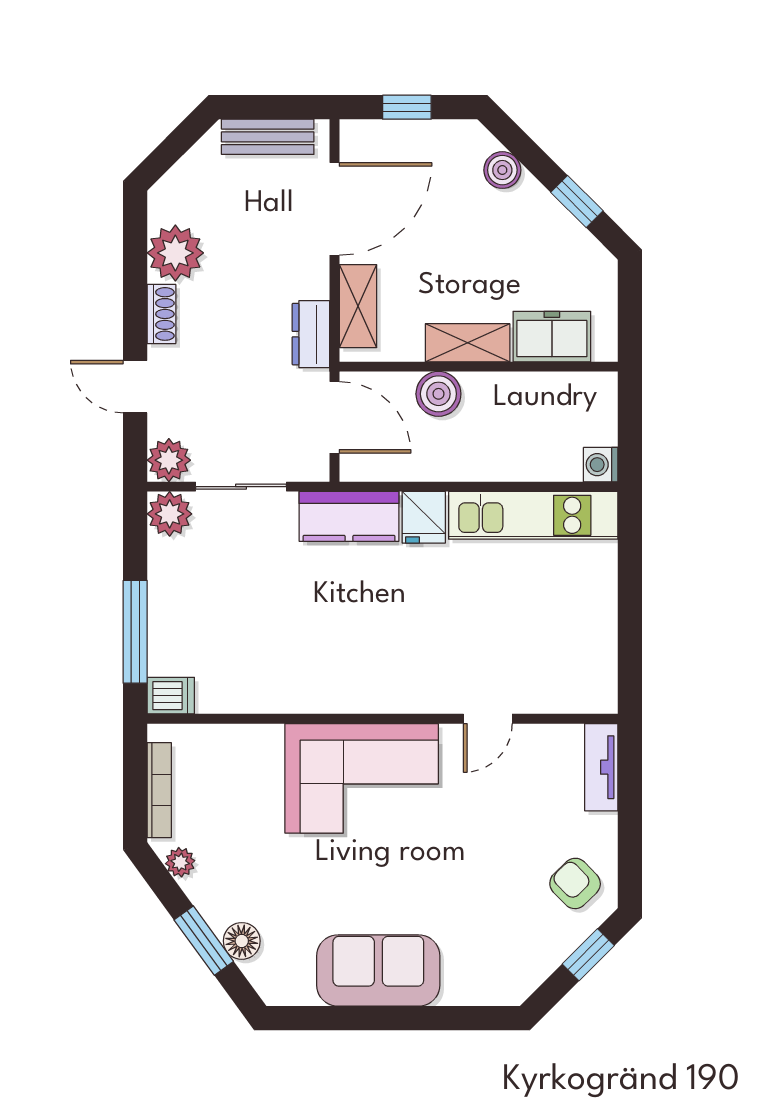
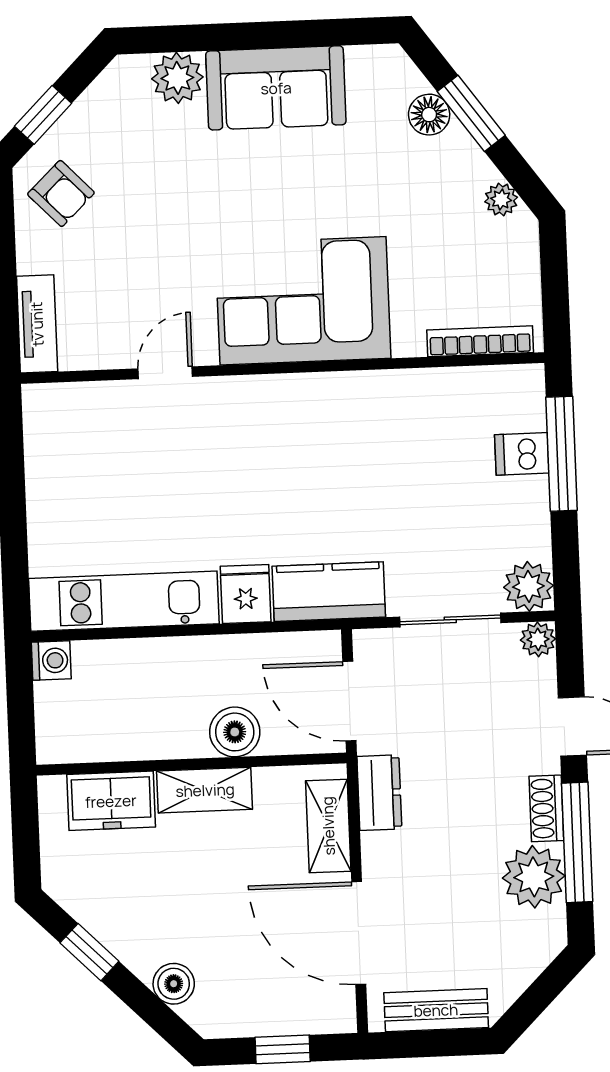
door: (334, 209) -> (359, 933), hinge flipped
window: (135, 282) -> (577, 842), added
plant: (169, 460) -> (538, 639), width x0.73, depth x0.73
dishwasher: (171, 696) -> (522, 454), moved
bookcase: (159, 790) -> (480, 341), moved, turned 90
plant: (466, 983) -> (177, 78), added

